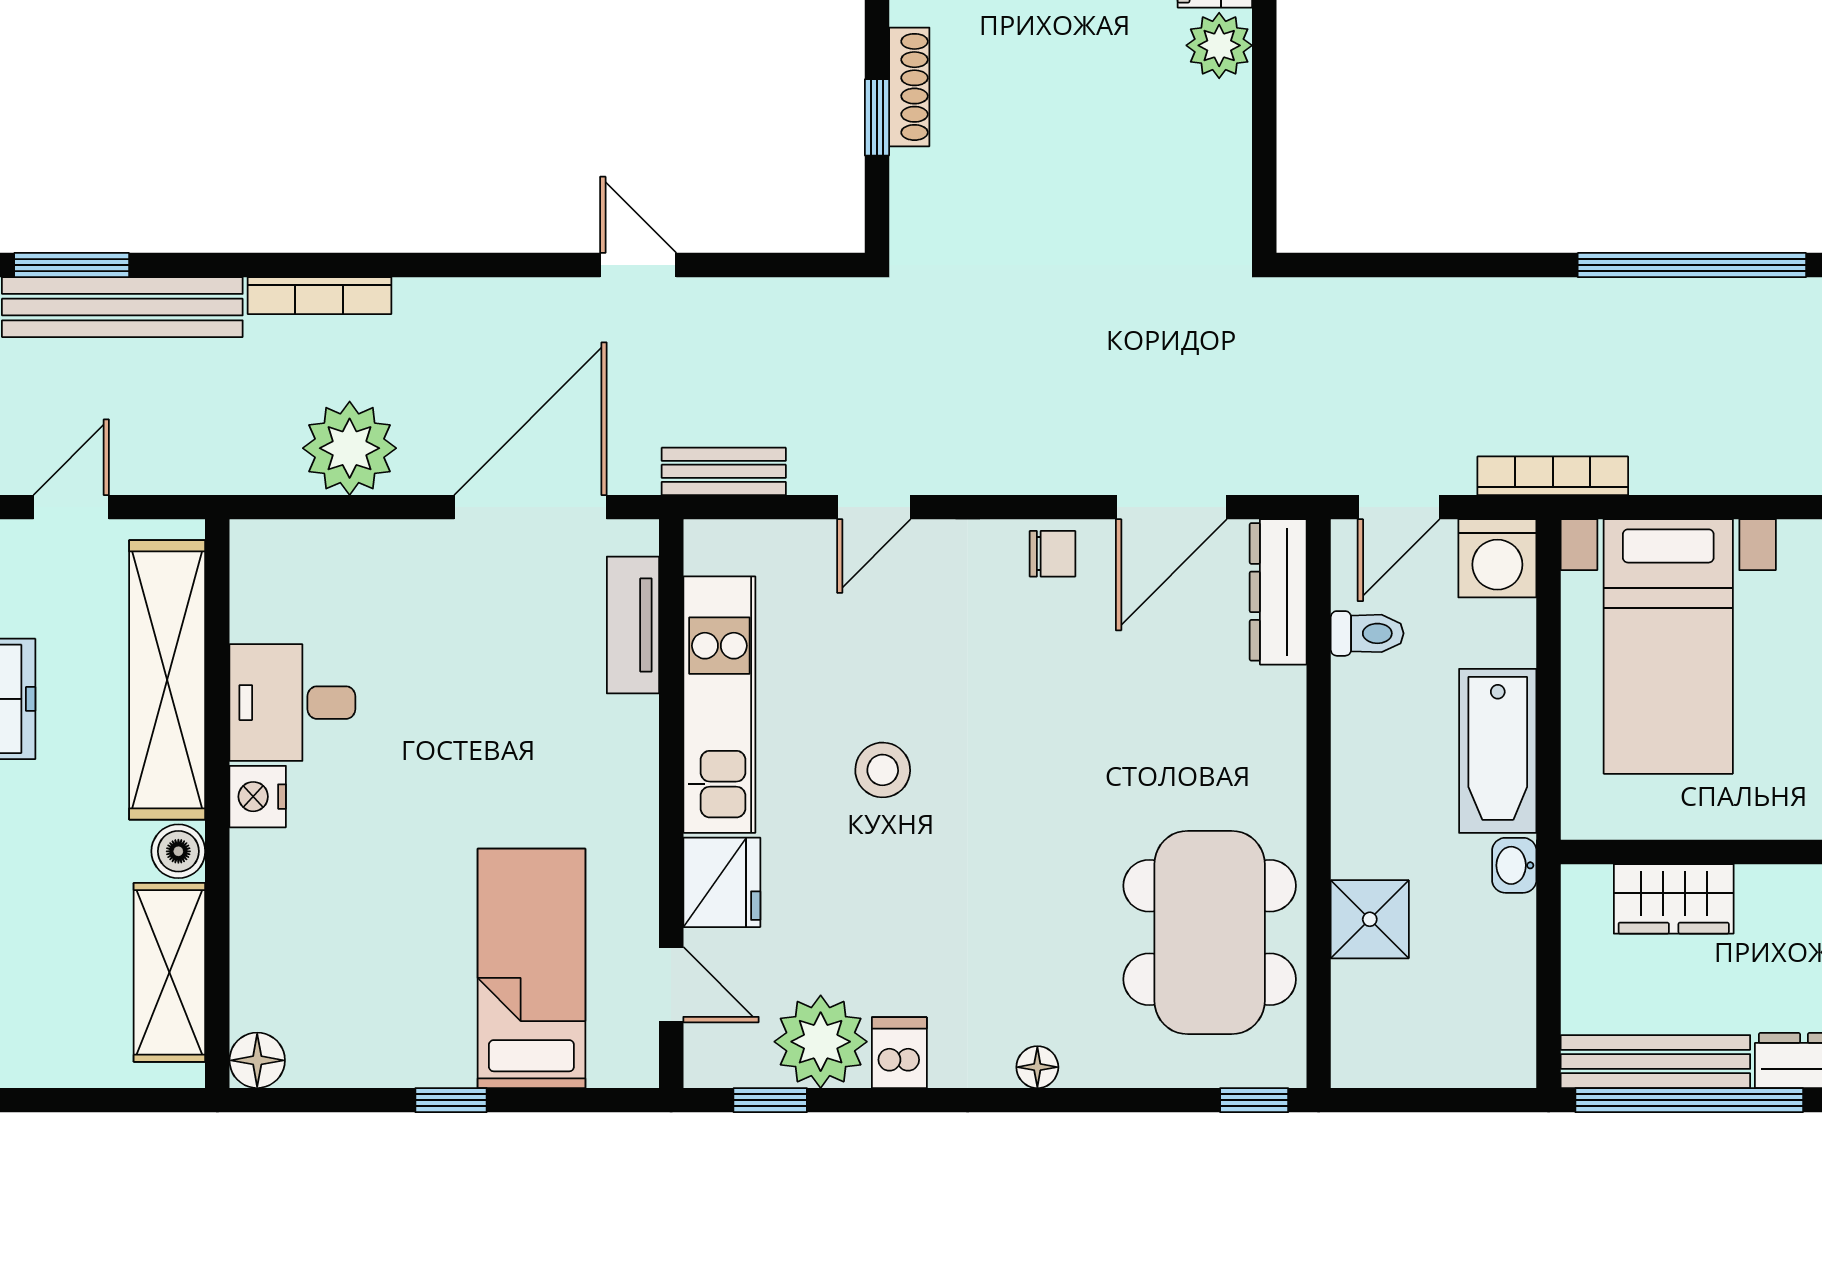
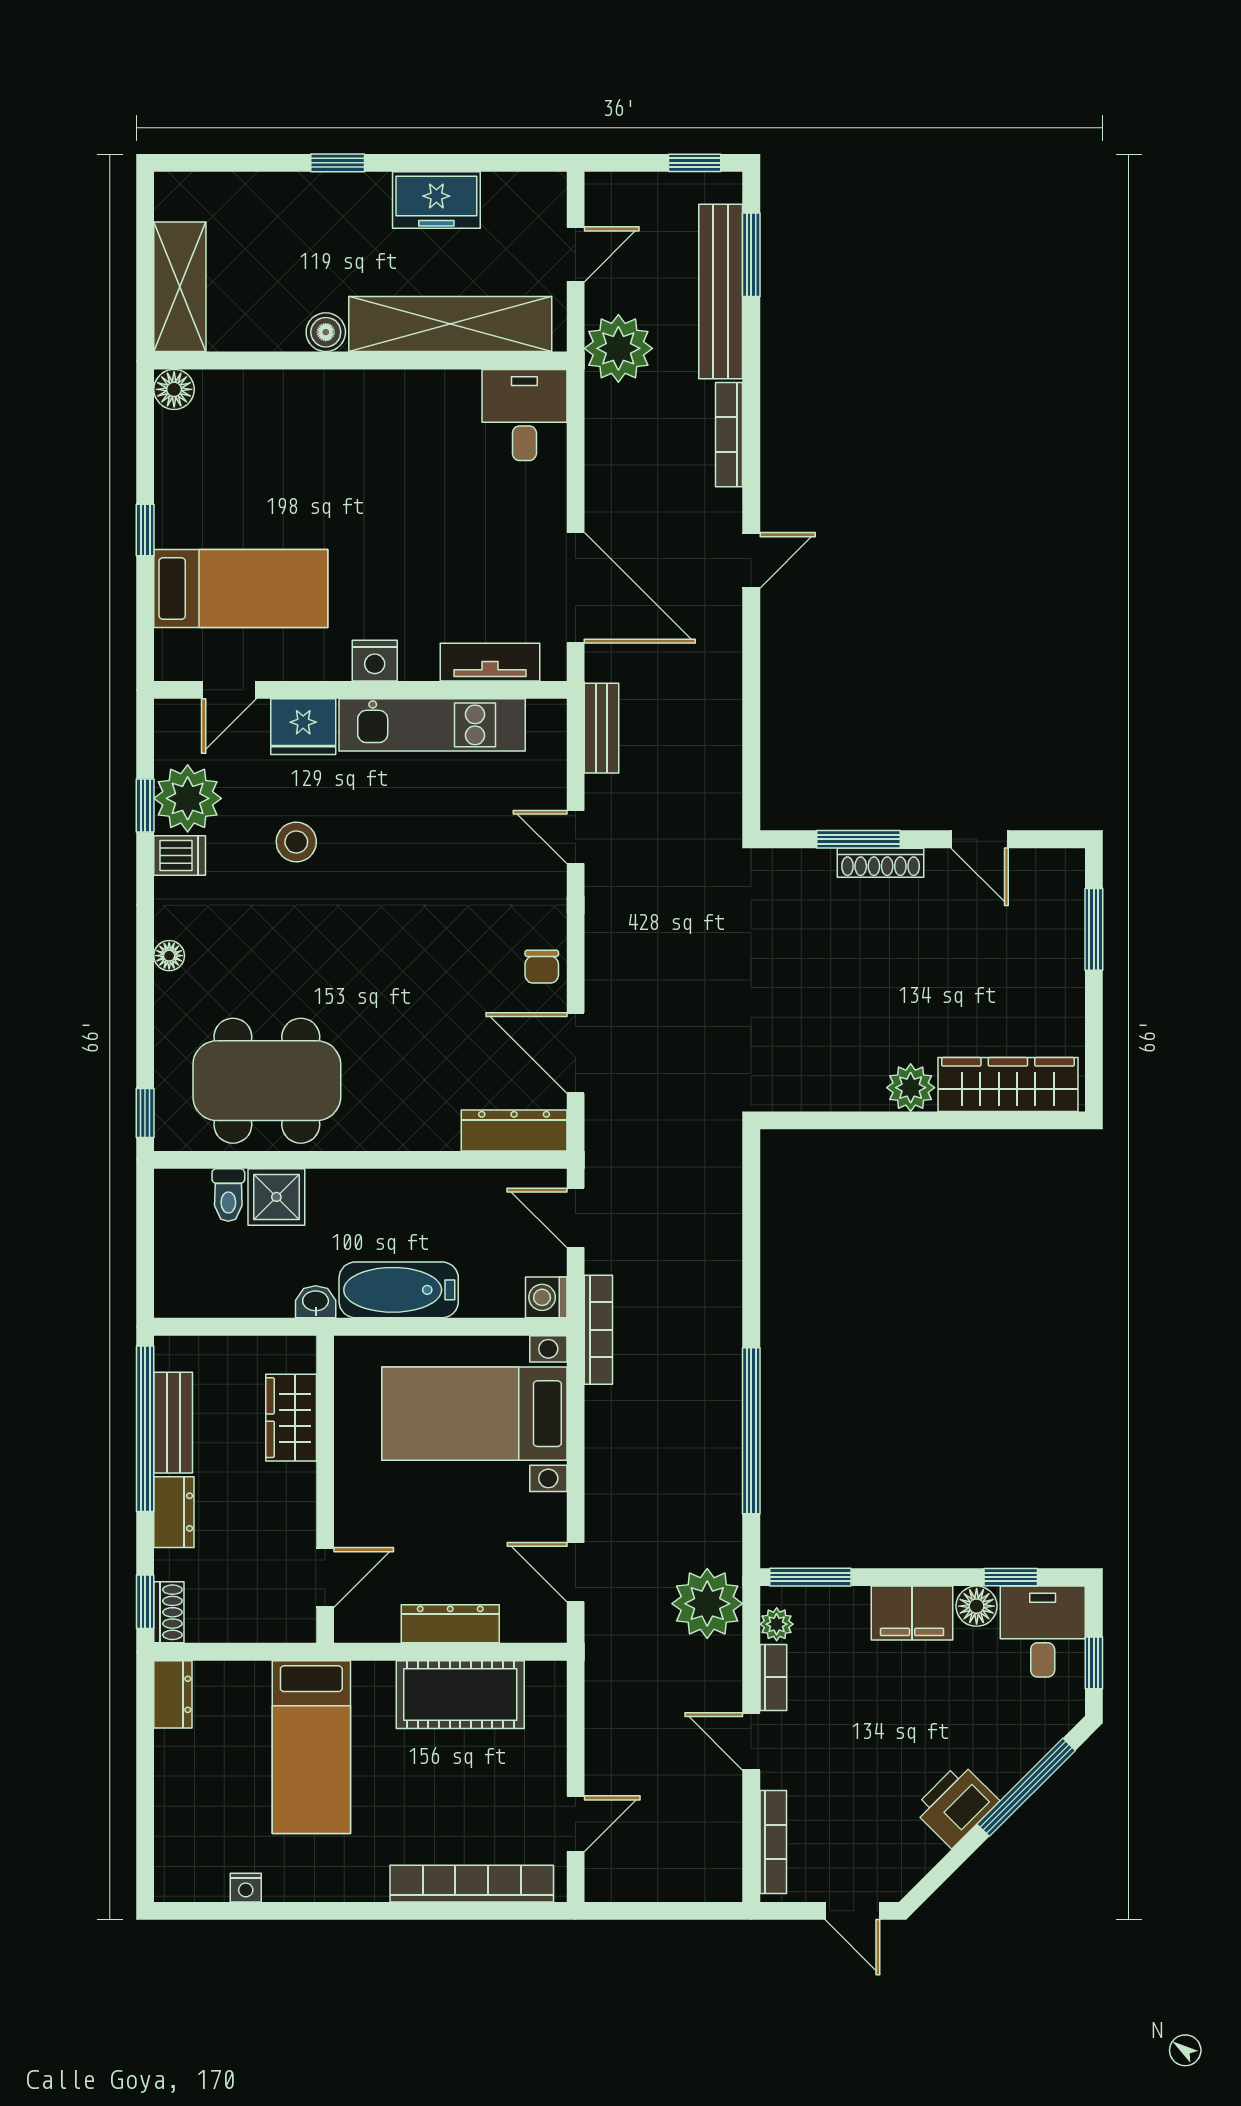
window: (877, 117) -> (858, 839), width x1.50
door: (638, 265) -> (751, 560), moved
plant: (350, 448) -> (618, 348), moved
door: (71, 507) -> (576, 254), hinge flipped
washing machine: (1497, 558) -> (546, 1297), width x0.73, depth x0.73
toilet: (1367, 633) -> (228, 1195), moved
desk: (292, 703) -> (524, 415), moved
stool: (883, 770) -> (296, 842), moved
nightstand: (258, 797) -> (375, 661), moved, turned 180
shelving: (169, 972) -> (180, 287), moved, turned 90
bench: (1655, 1062) -> (173, 1423), width x0.73
window: (770, 1100) -> (145, 806), moved

